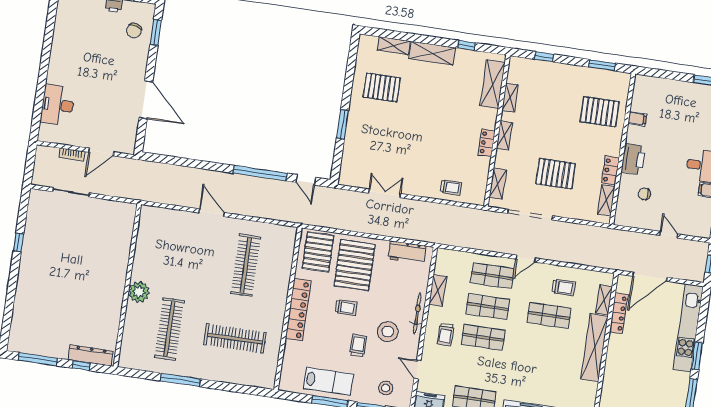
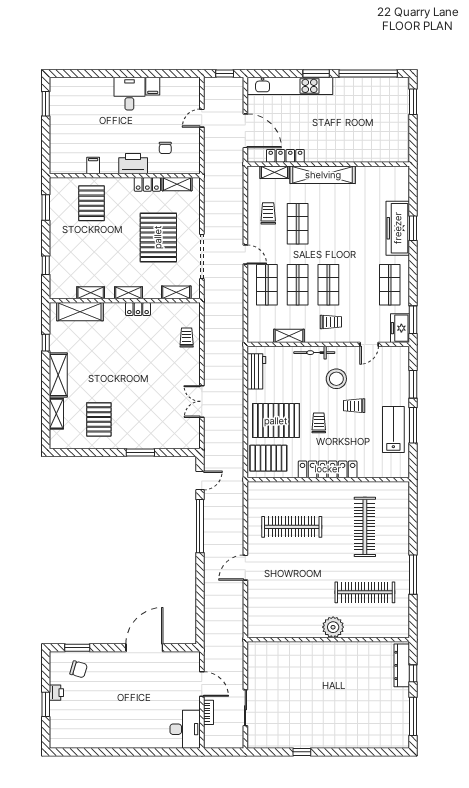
desk: (58, 105) -> (185, 729), moved, turned -90
pallet: (556, 174) -> (158, 237), width x1.37, depth x1.41
stool: (386, 388) -> (392, 373), removed

